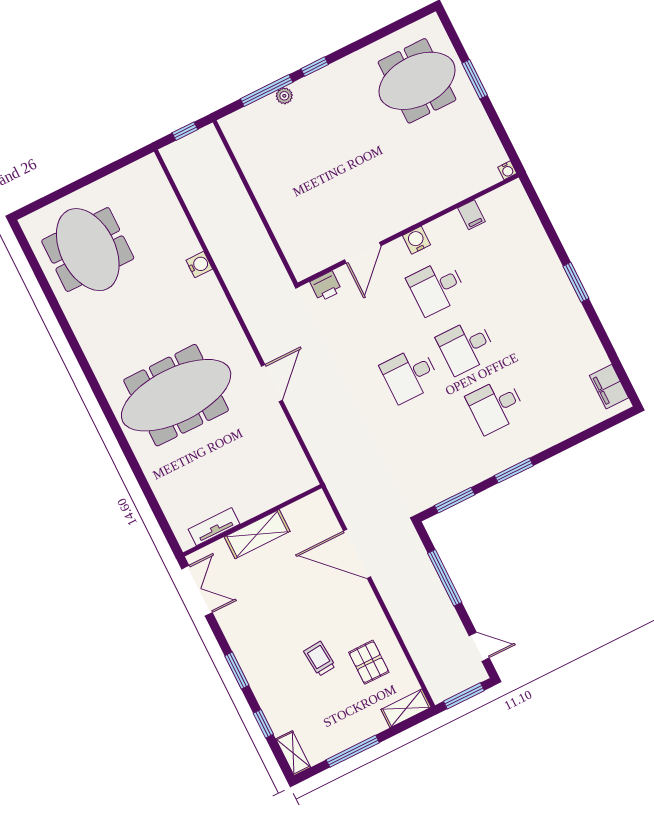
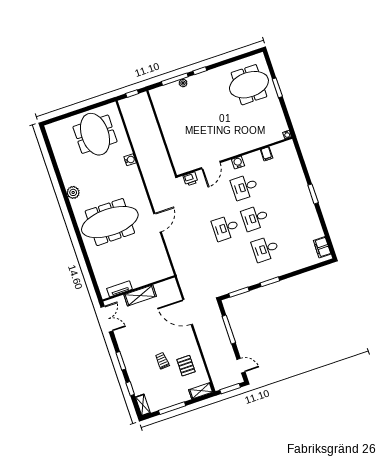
meeting table: (88, 250) -> (95, 134), moved
plant: (94, 346) -> (73, 192), added

